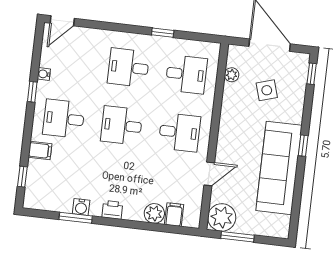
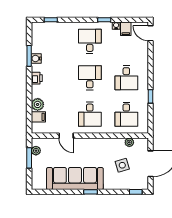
desk: (128, 68) -> (126, 78), turned 180
filing cabinet: (40, 150) -> (126, 29), moved
plant: (222, 217) -> (36, 151), width x0.53, depth x0.53

